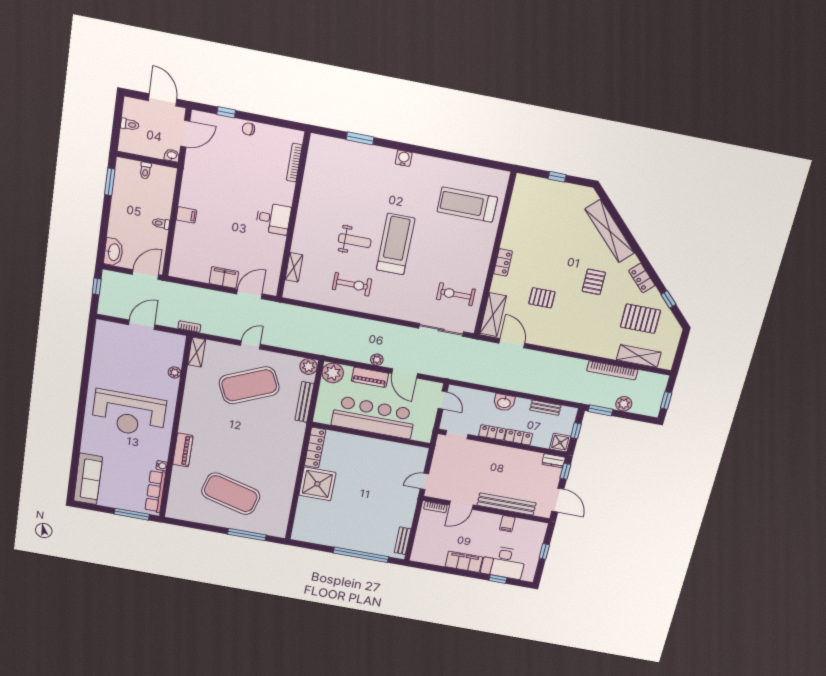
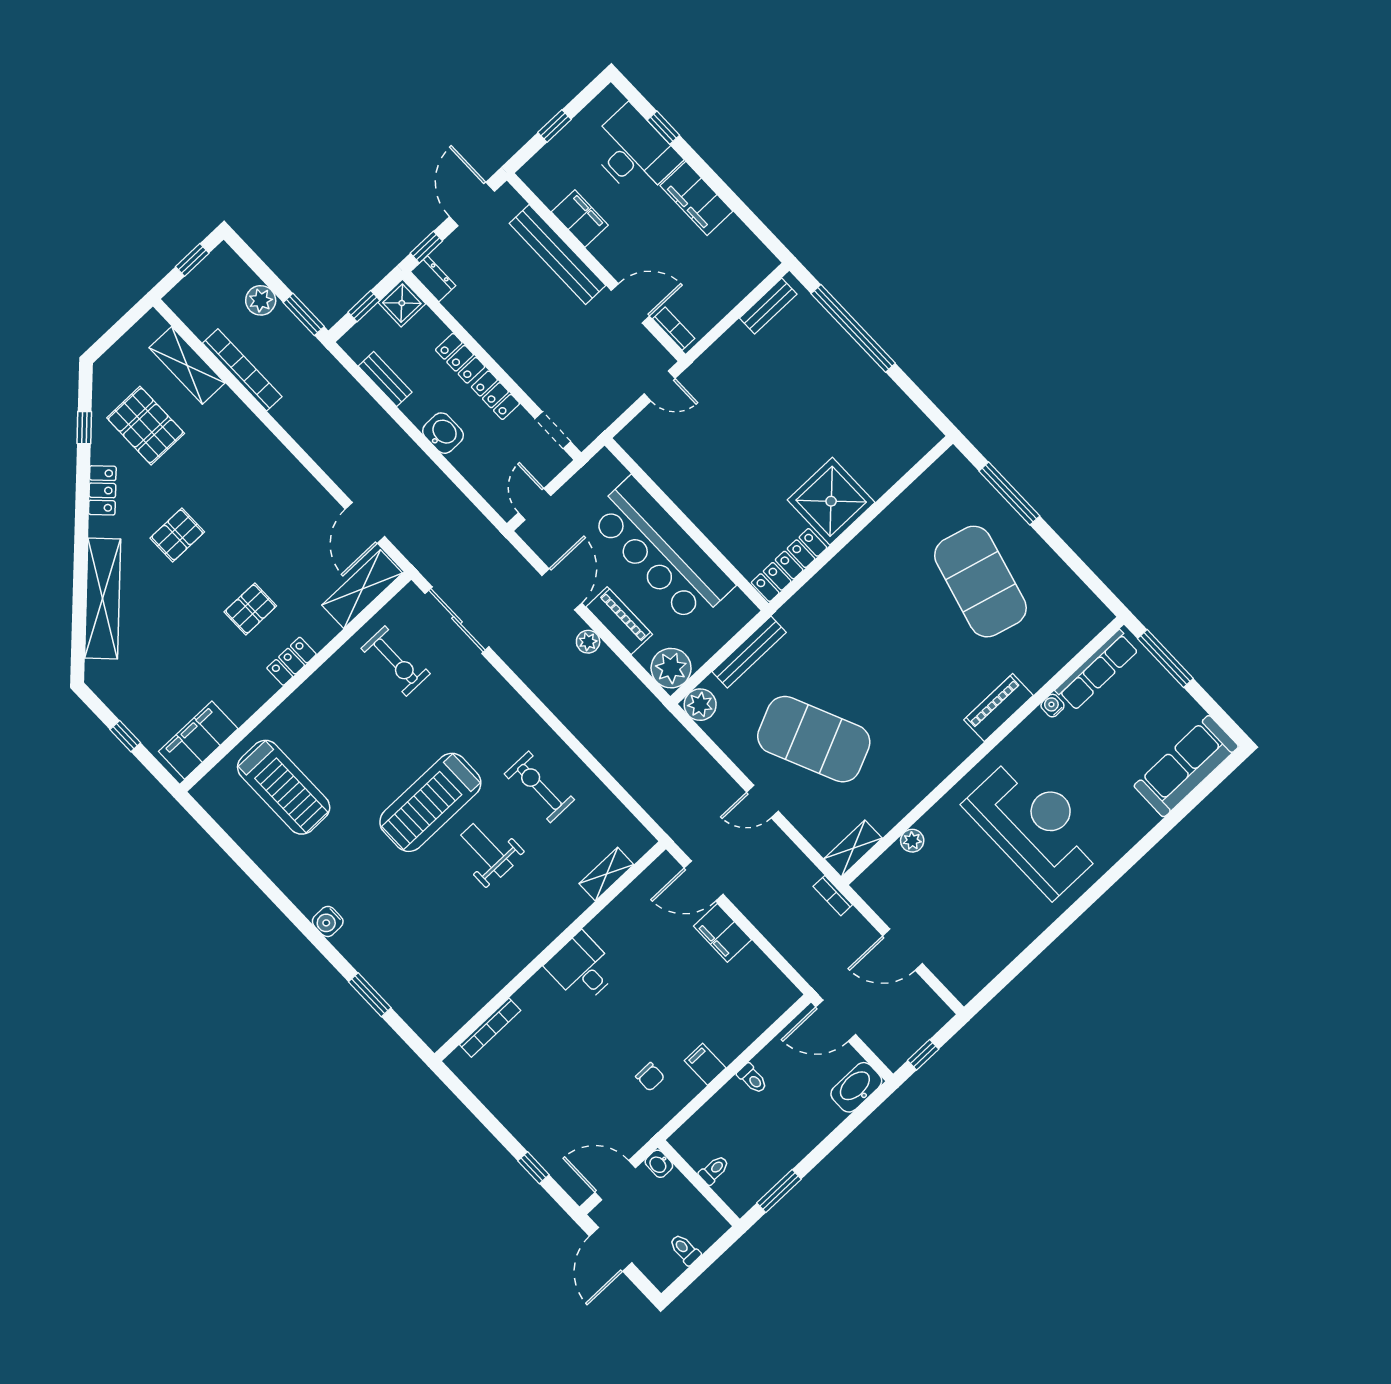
chair: (249, 129) -> (650, 1077), moved
filing cabinet: (522, 198) -> (198, 740), added
pallet: (542, 298) -> (250, 609), moved, turned 90
filing cabinet: (507, 524) -> (580, 218), width x2.00

